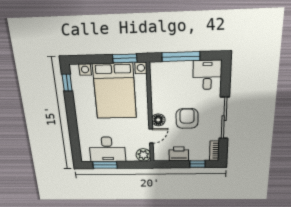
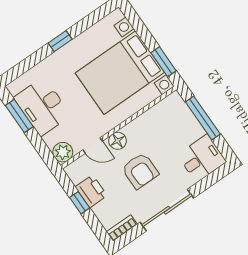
window: (67, 82) -> (60, 41), moved
armchair: (187, 118) -> (140, 171), turned 90
window: (197, 164) -> (80, 203), moved

